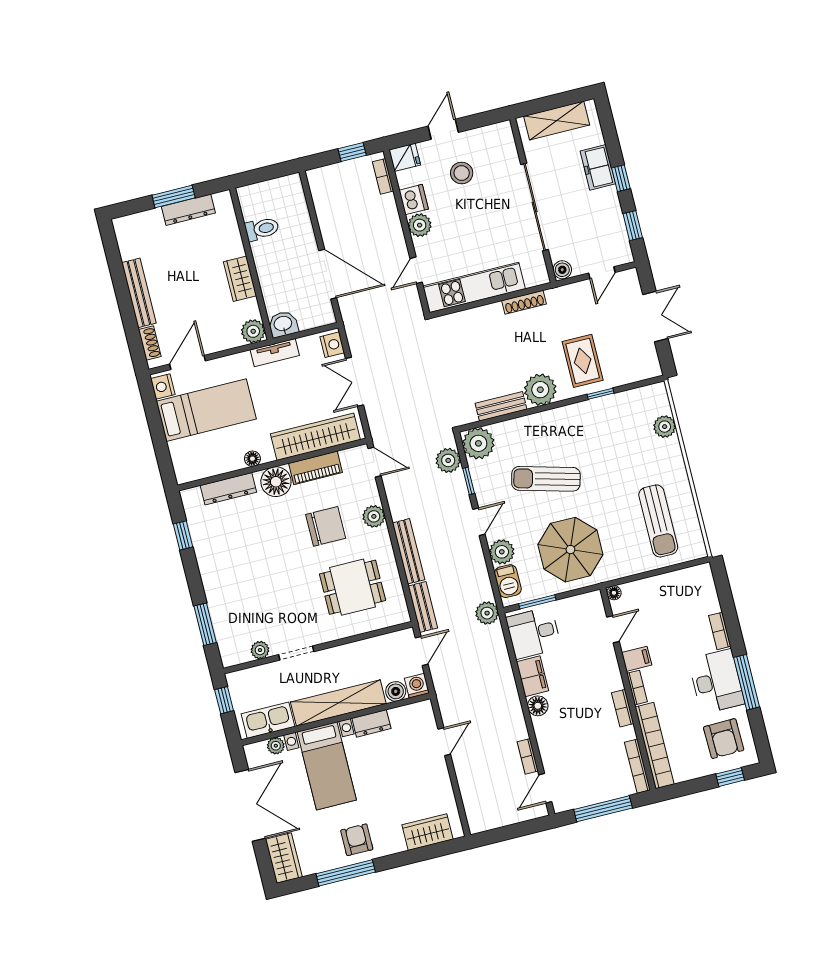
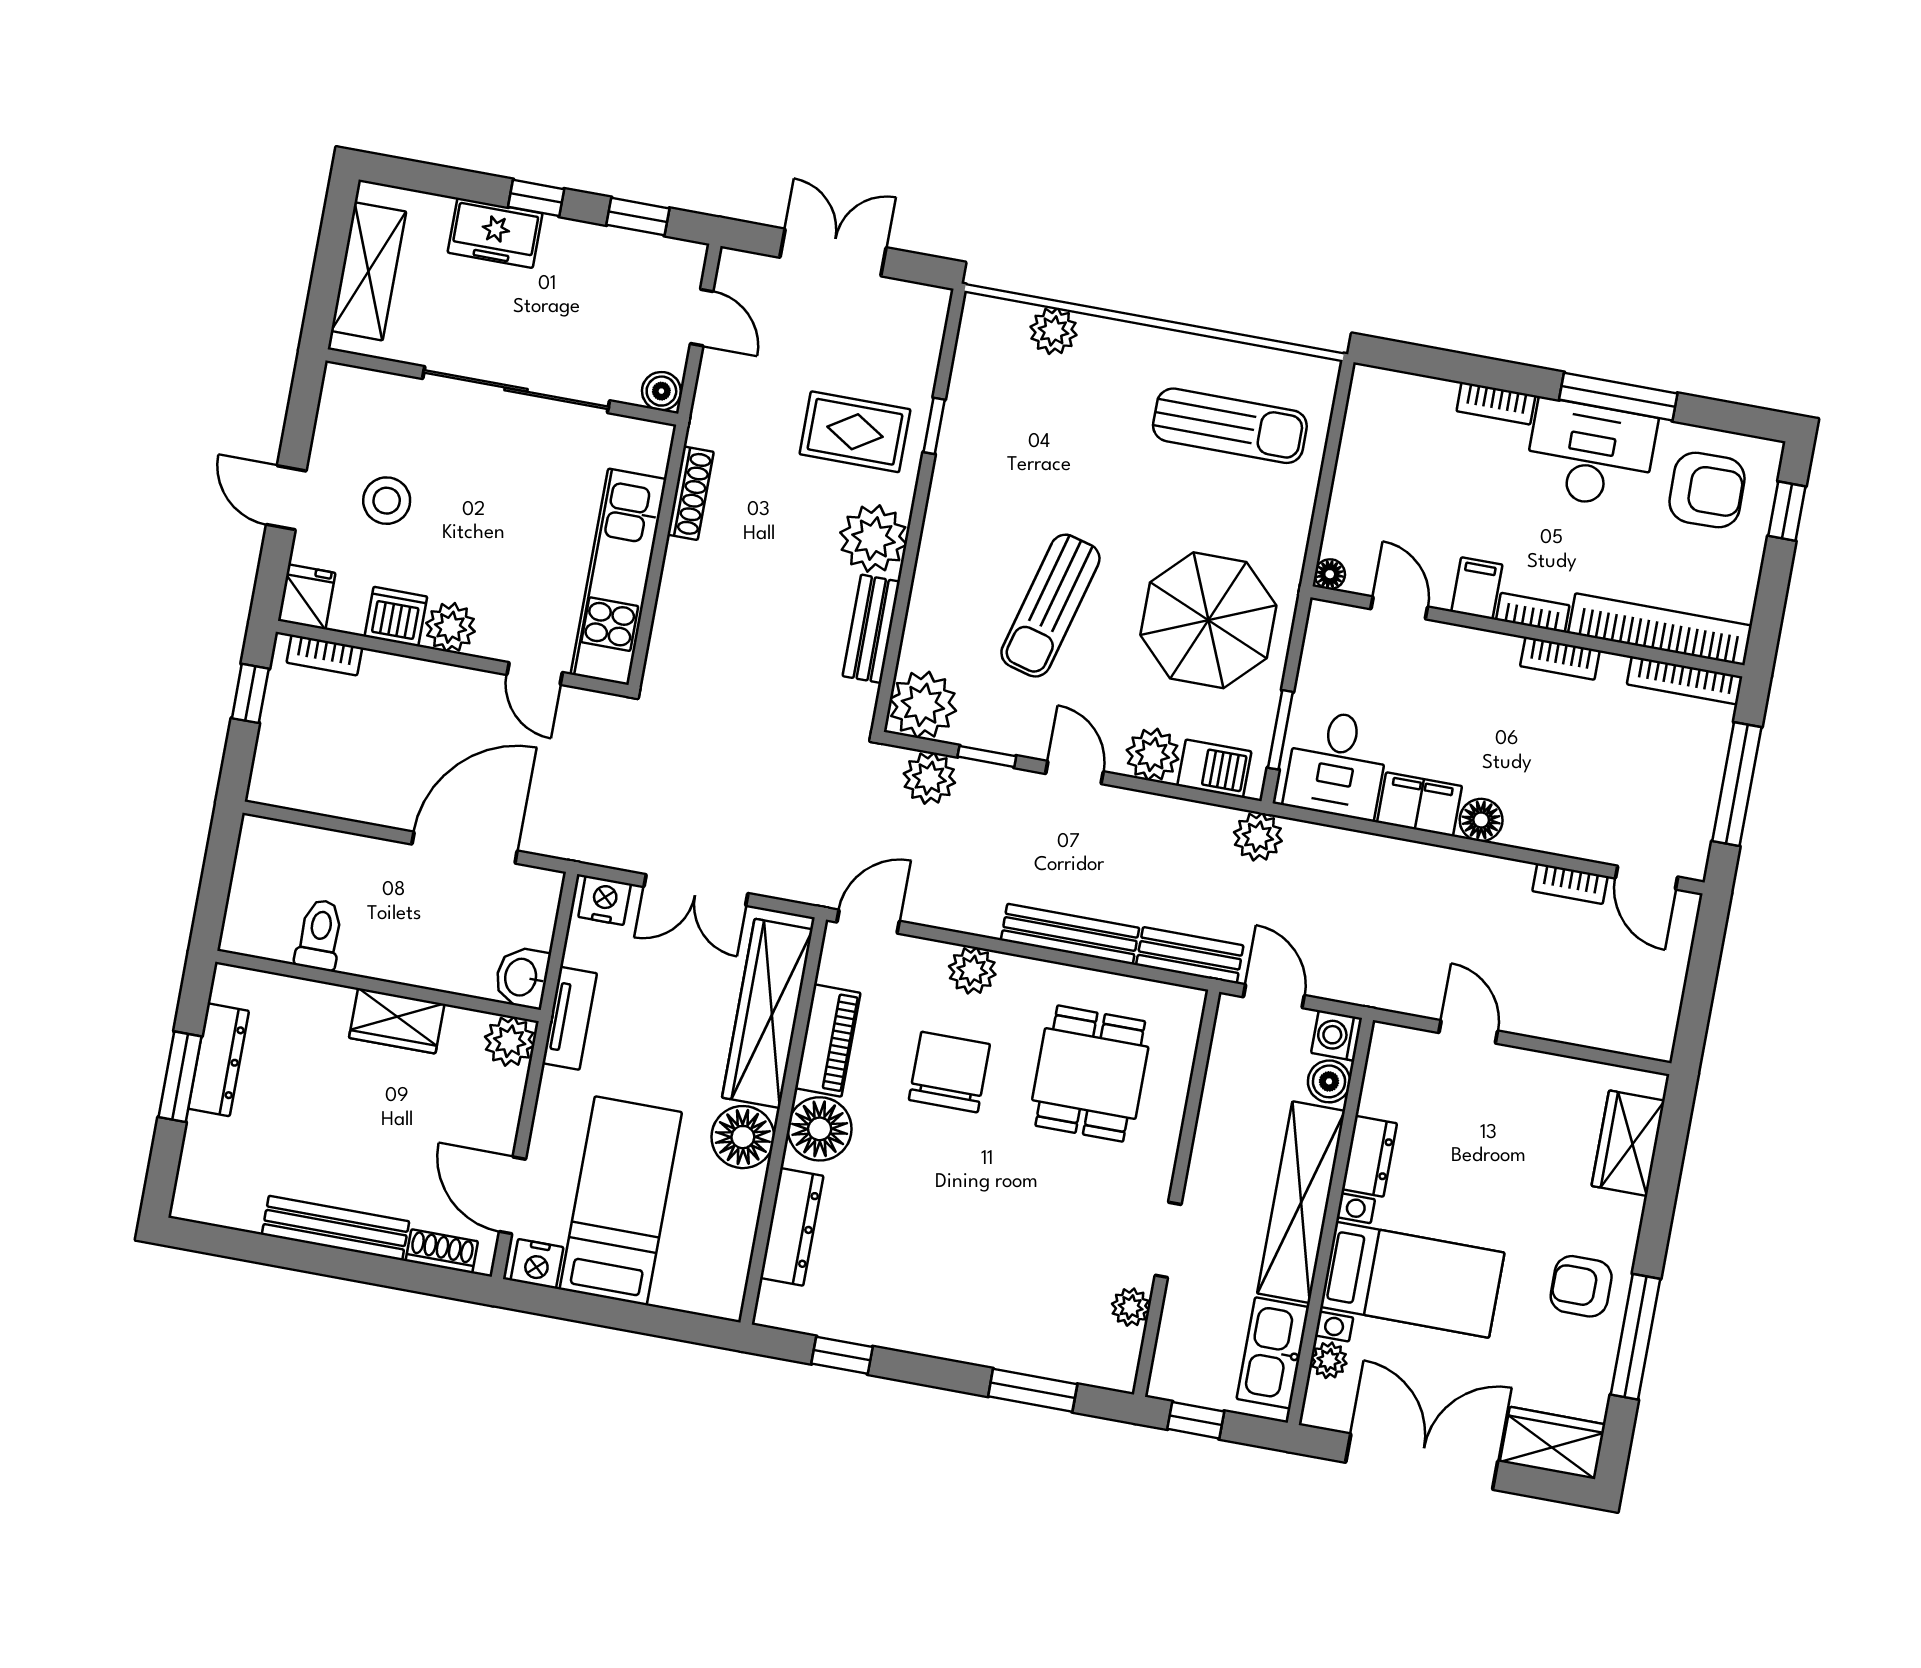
floor lamp: (252, 459) -> (743, 1137), width x1.89, depth x1.89

